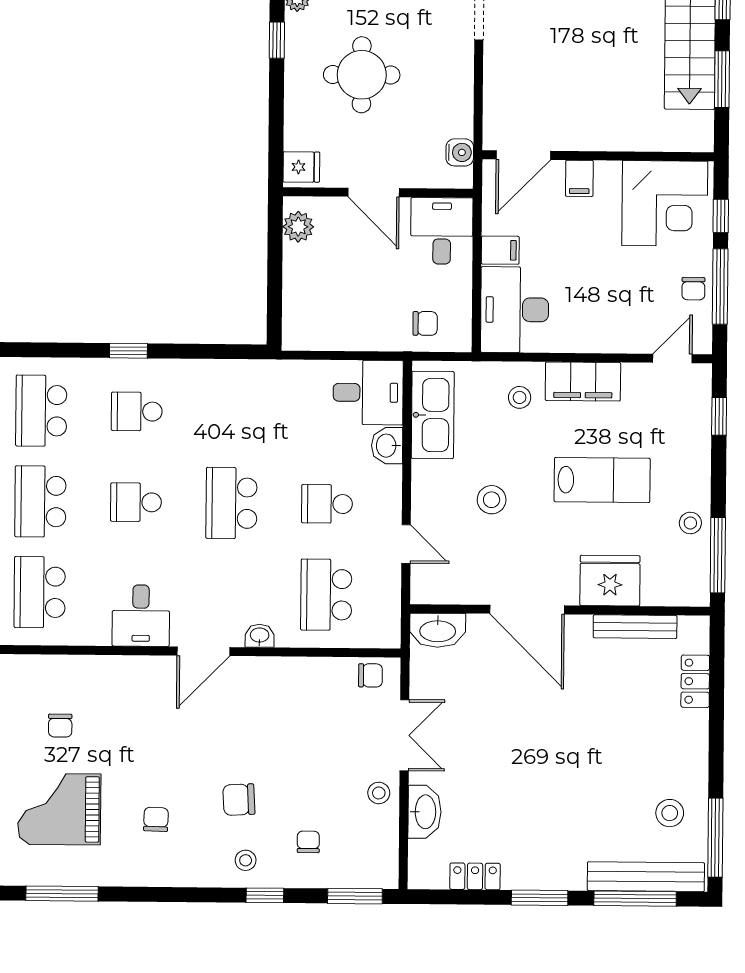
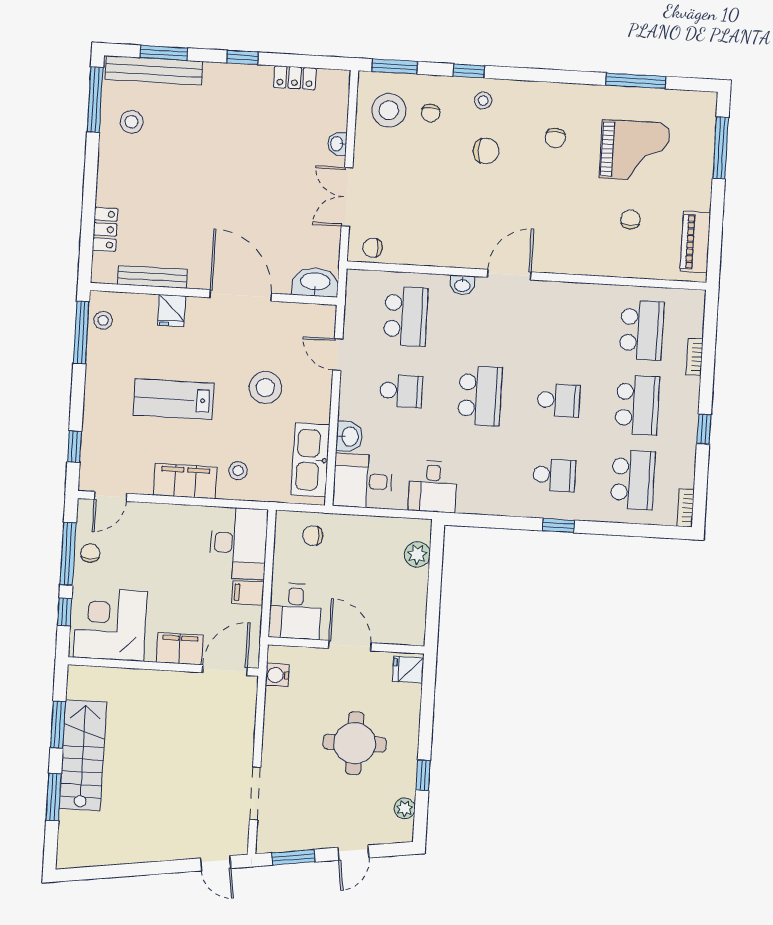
filing cabinet: (579, 178) -> (180, 649), width x2.00
plant: (298, 227) -> (417, 554), moved
stool: (492, 500) -> (265, 388), width x1.38, depth x1.38
stool: (690, 523) -> (103, 320), moved
fridge: (610, 581) -> (172, 311), width x0.53, depth x0.75
desk: (141, 616) -> (433, 487), moved, turned 180
stool: (379, 793) -> (389, 110), moved, width x1.89, depth x1.89
washbasin: (424, 812) -> (337, 144), width x0.52, depth x0.69
window: (540, 898) -> (242, 57), width x0.67
window: (635, 899) -> (164, 53), width x0.69

